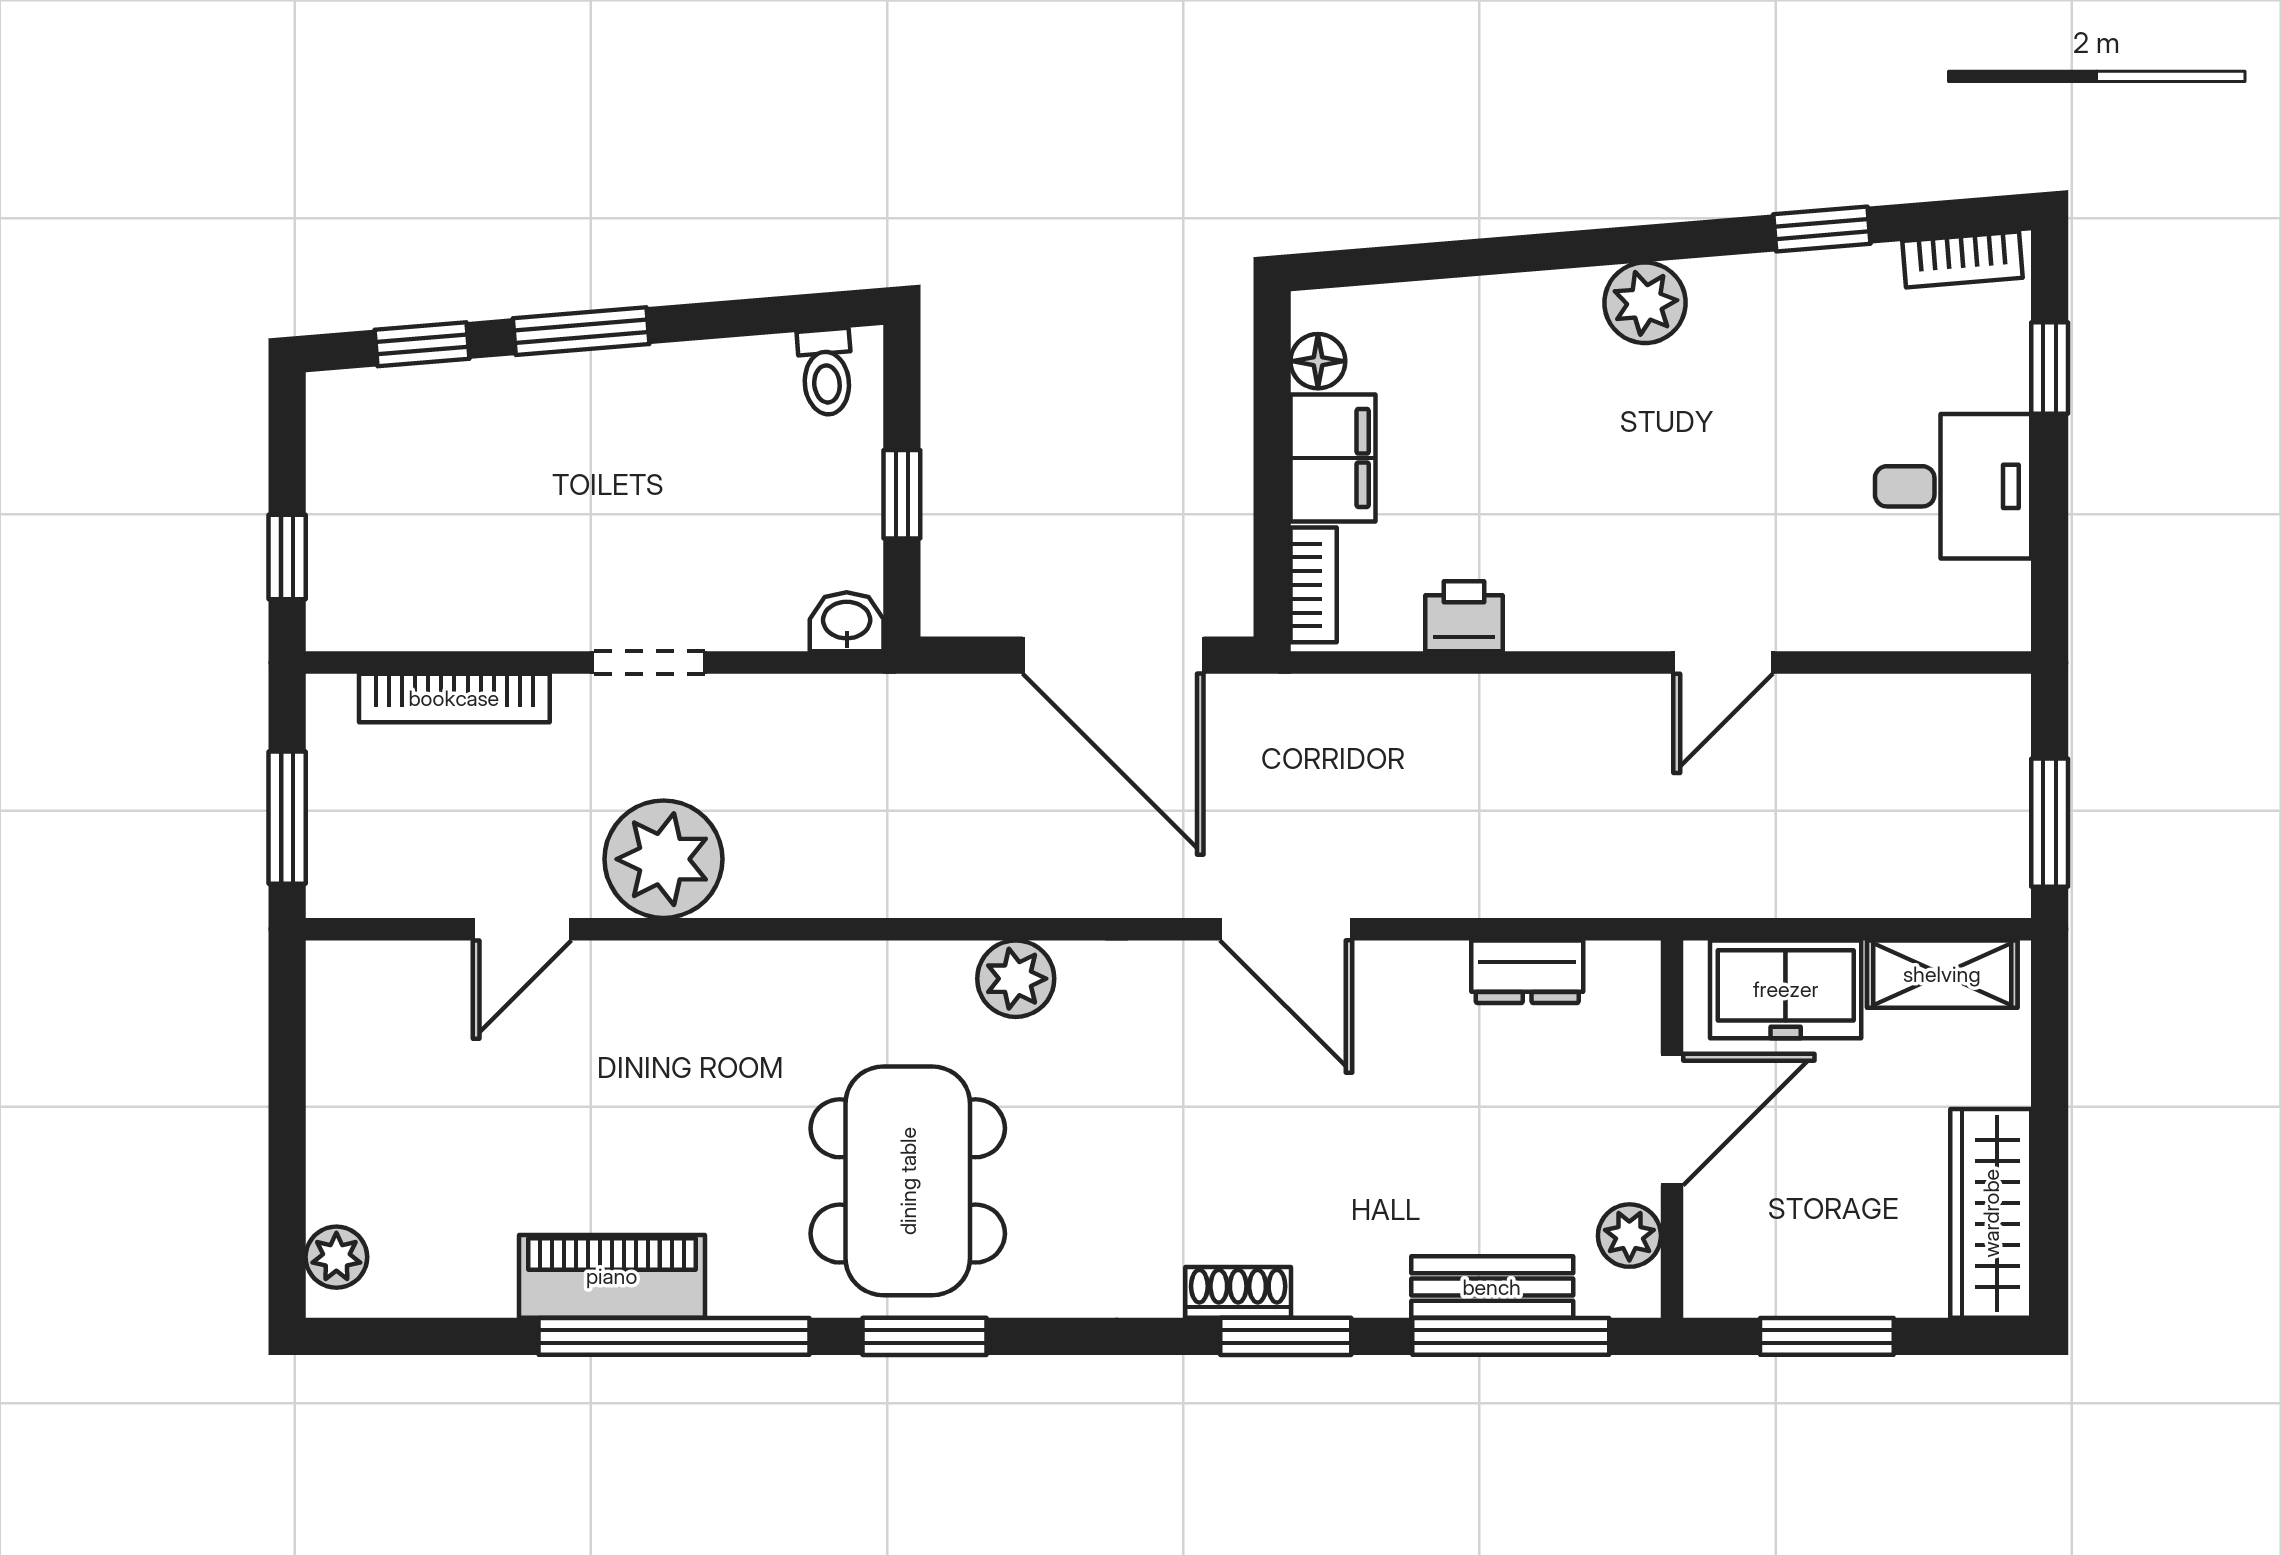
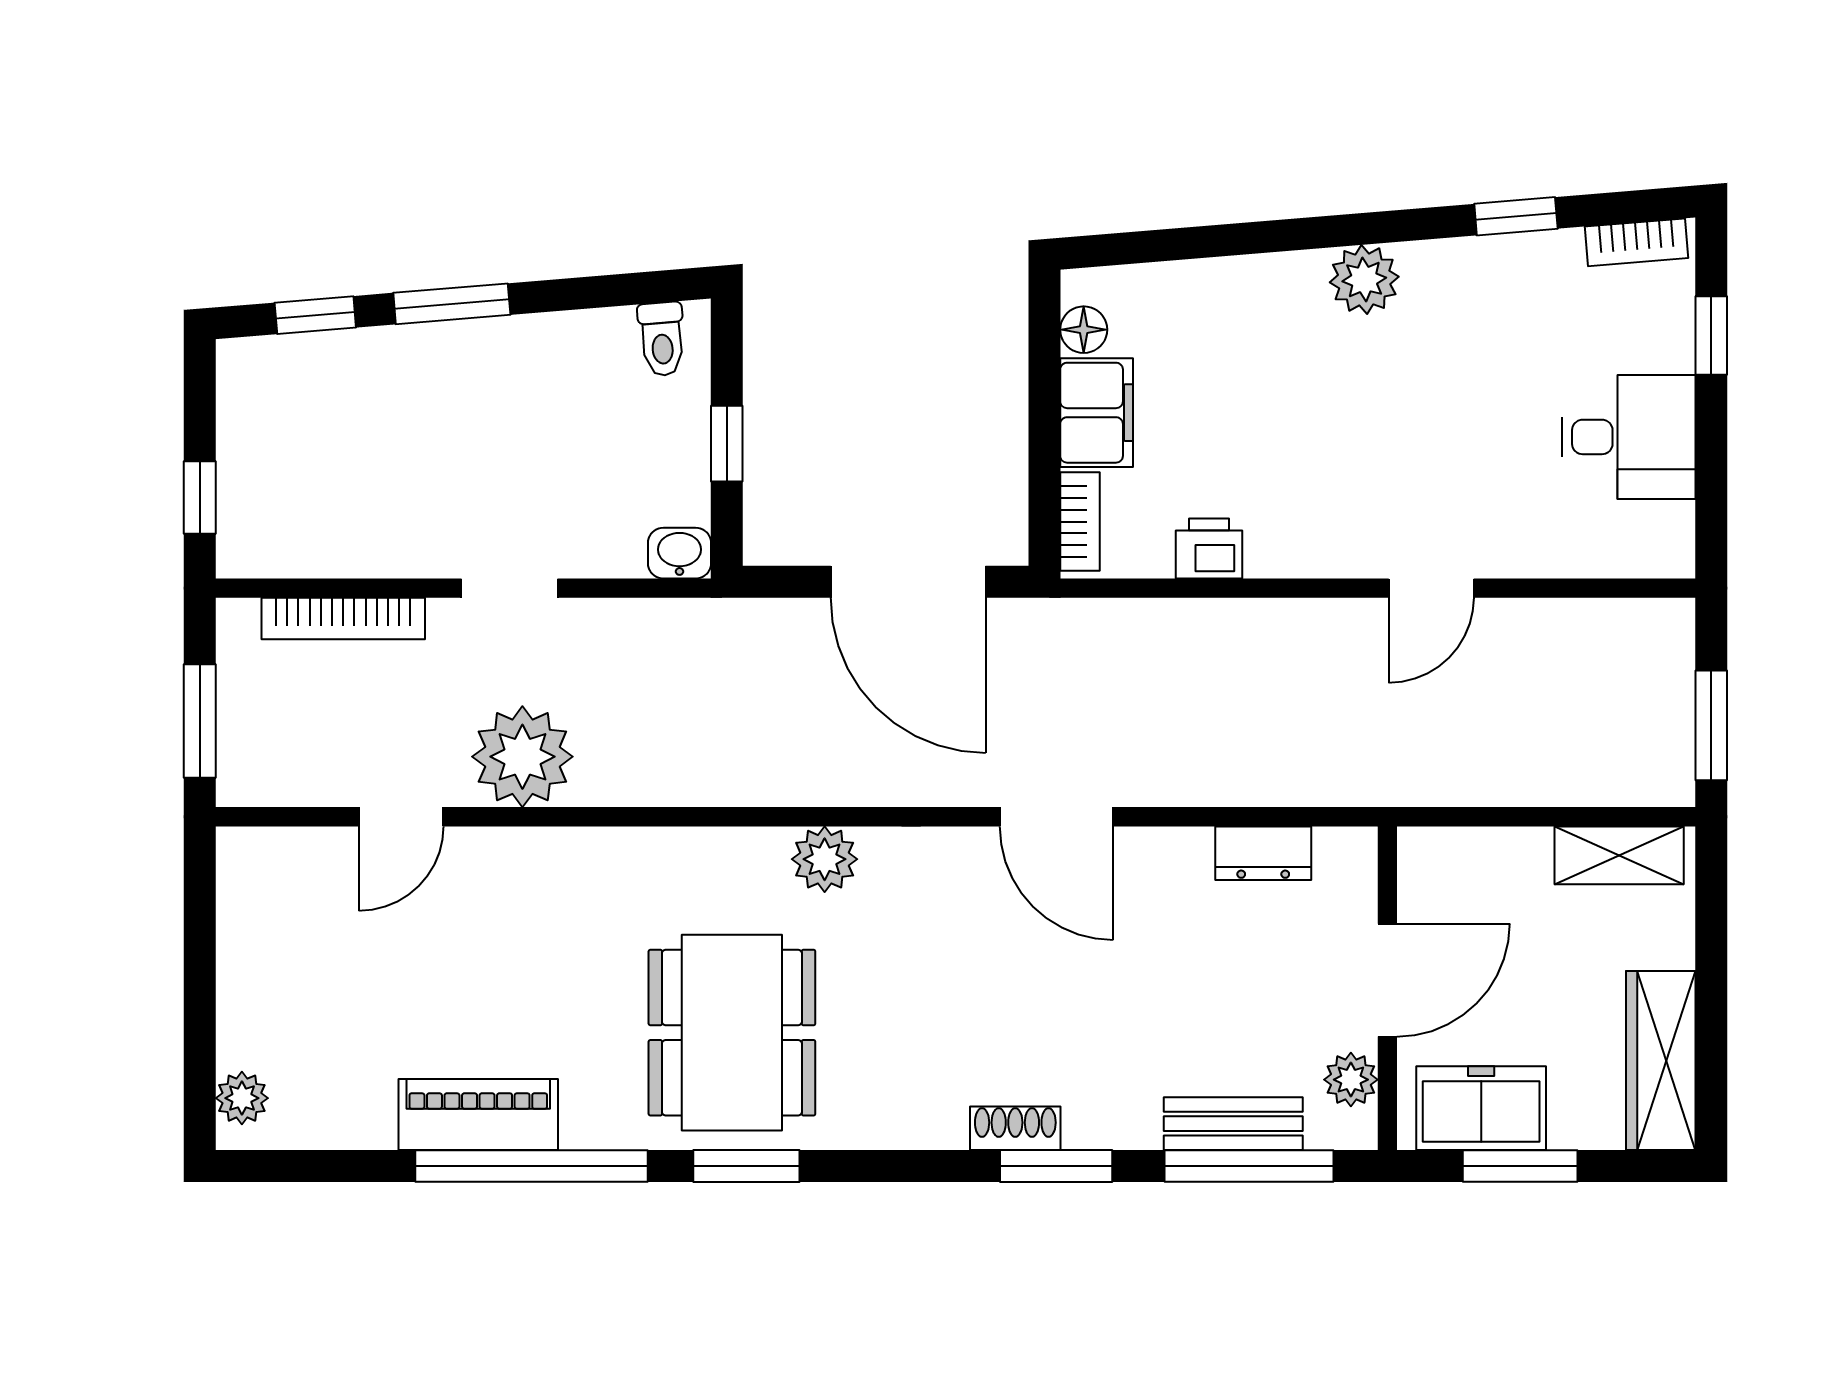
freezer: (1786, 989) -> (1481, 1108), moved, turned 180

